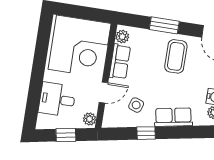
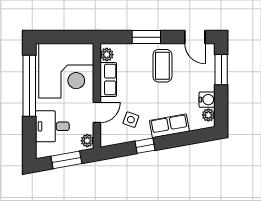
window: (40, 56) -> (29, 86), added
window: (66, 135) -> (66, 160), width x1.50

